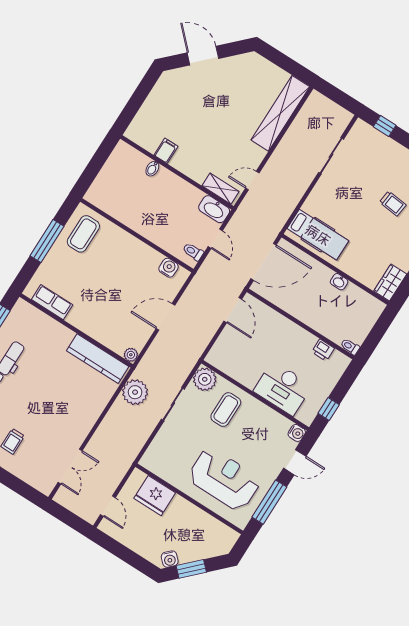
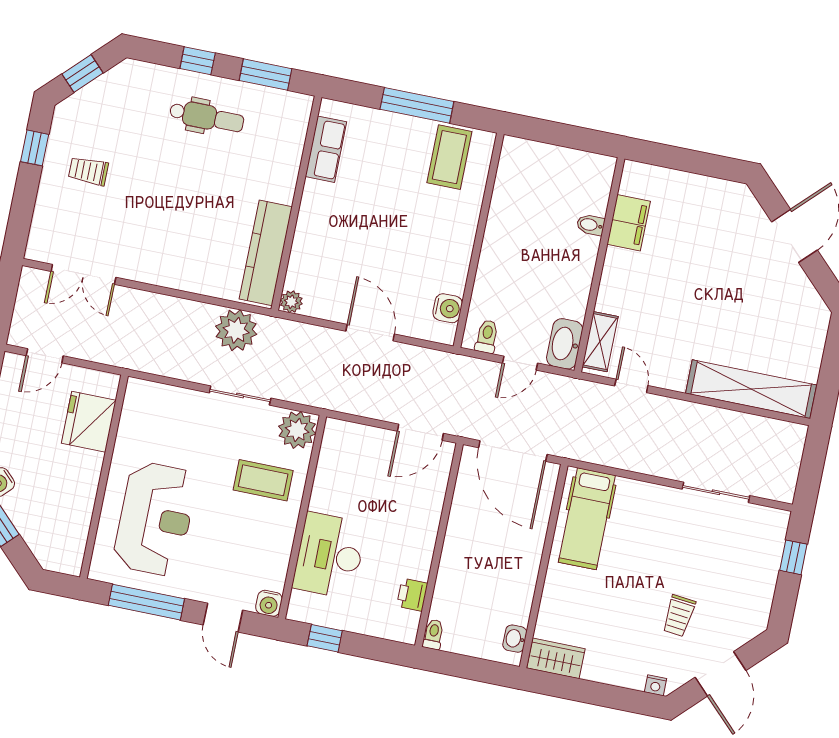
filing cabinet: (166, 151) -> (629, 223), width x2.00
coffee table: (83, 234) -> (449, 157), turned 90
washbasin: (339, 282) -> (515, 639), moved

